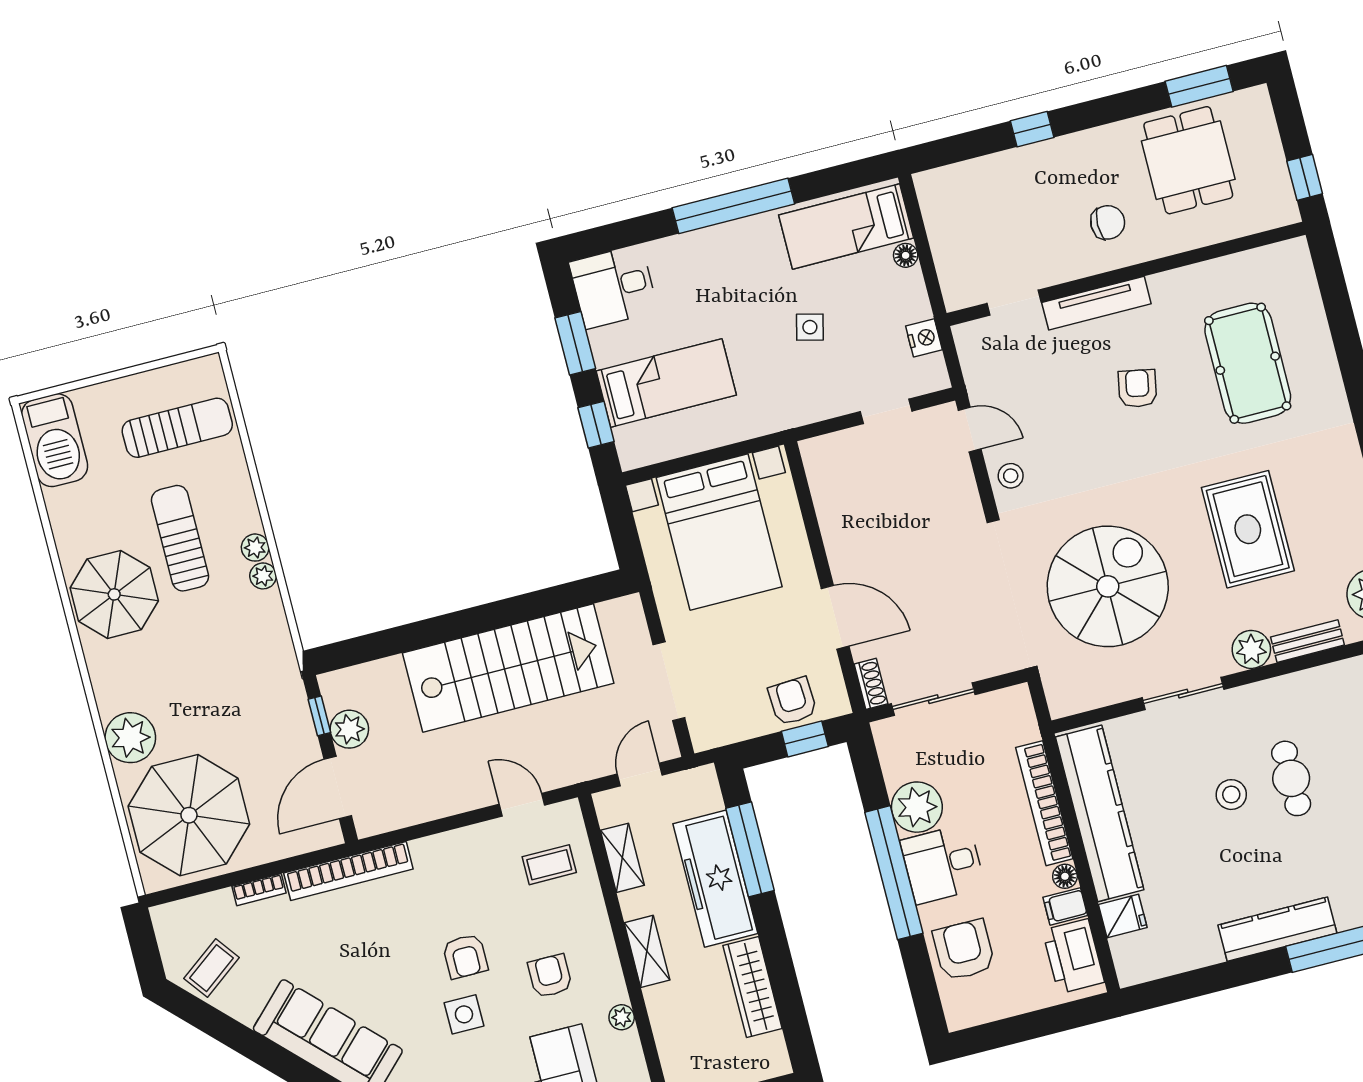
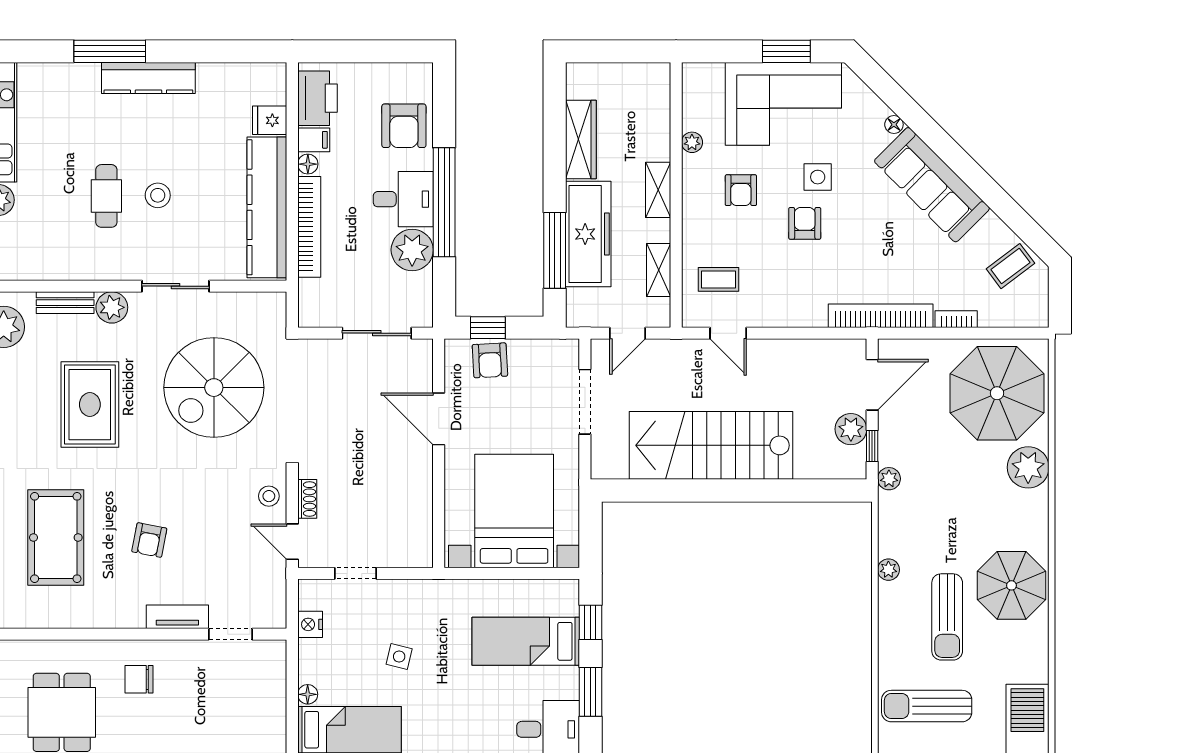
tv unit: (1096, 303) -> (177, 617), width x0.71
plant: (255, 548) -> (889, 479), moved
shoe rack: (871, 684) -> (307, 499), moved, turned 180

